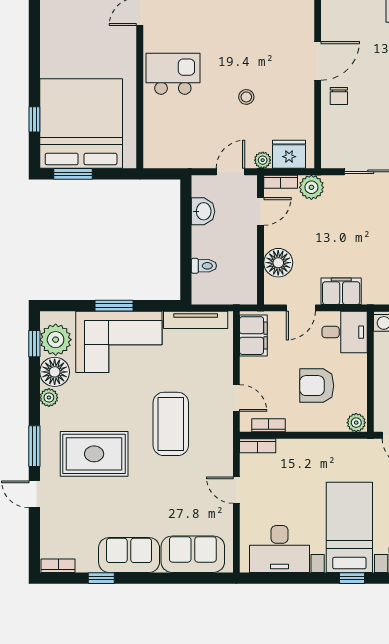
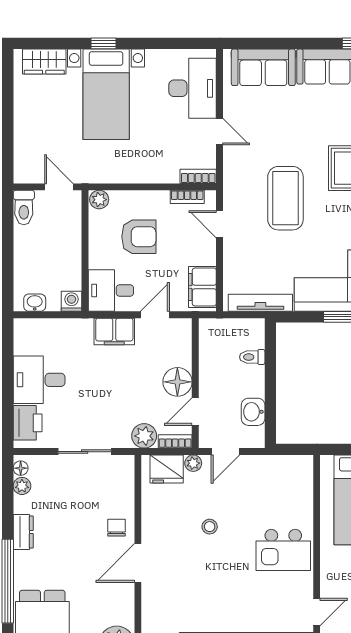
floor lamp: (278, 263) -> (177, 382), moved
desk: (280, 549) -> (193, 88), moved, turned 90

